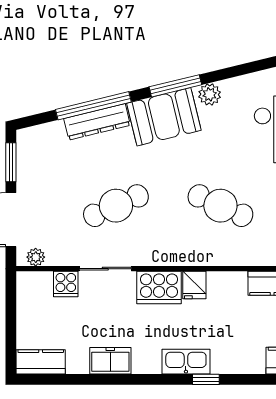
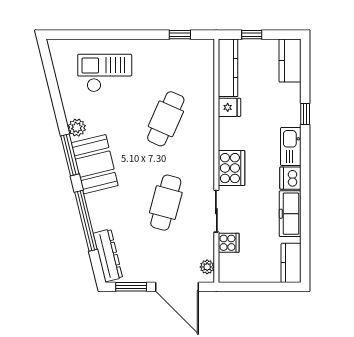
dresser: (97, 122) -> (108, 255), moved
cafe table: (116, 206) -> (166, 203), turned 39
fridge: (194, 285) -> (229, 107), moved
freezer: (110, 361) -> (290, 214), width x1.40
dishwasher: (146, 361) -> (290, 178), added
window: (206, 379) -> (305, 114), moved

